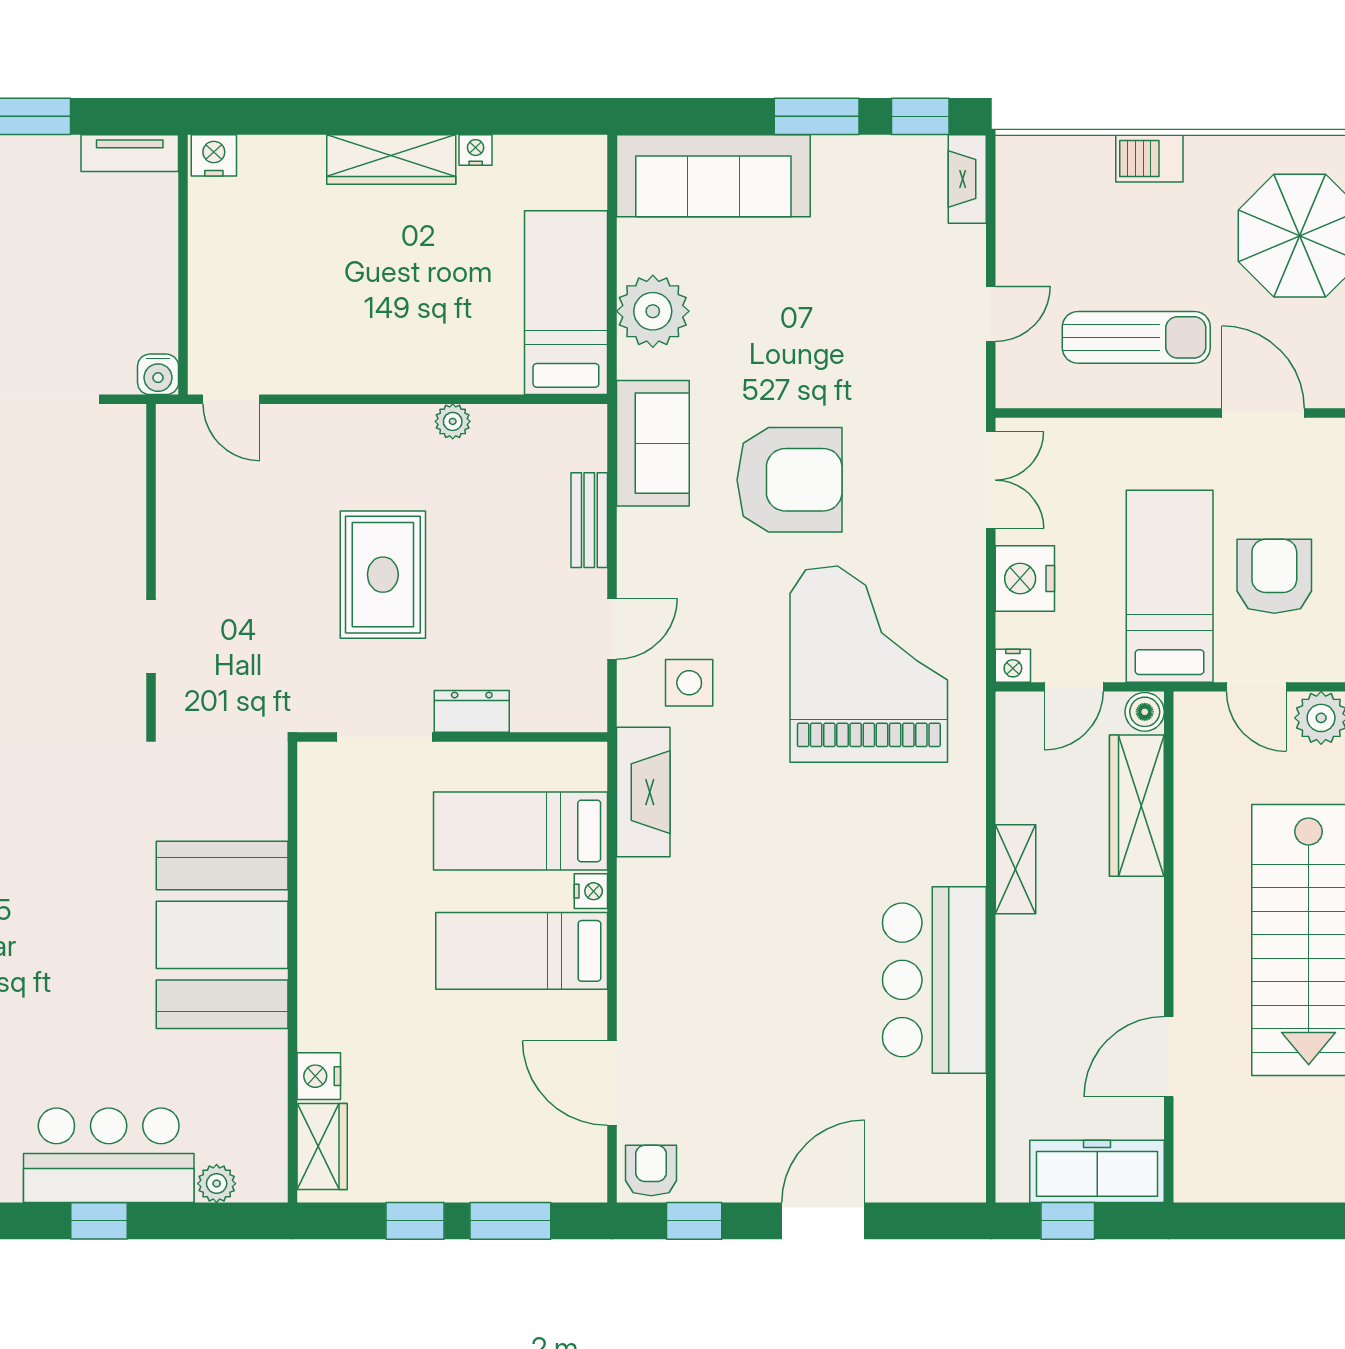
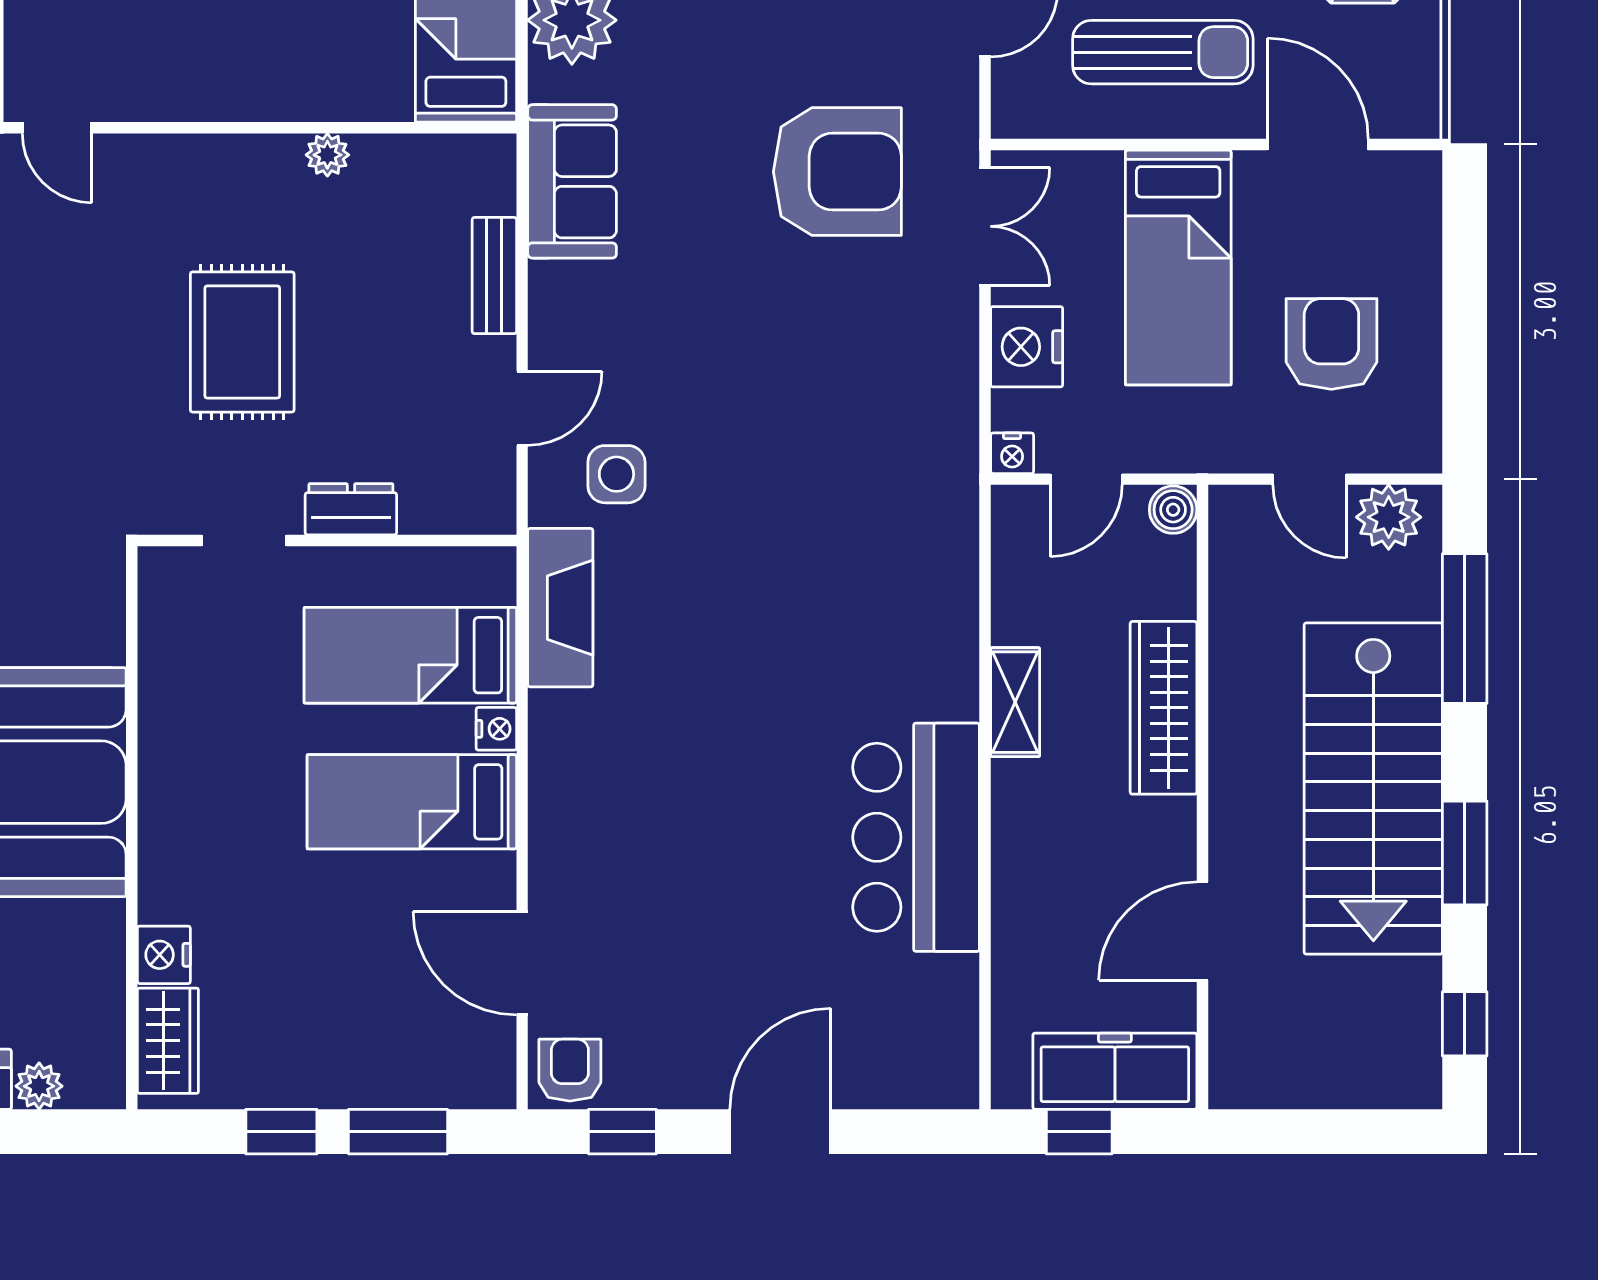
armchair: (790, 480) -> (837, 172), moved
bed: (1170, 586) -> (1178, 268), moved, turned 180
grand piano: (869, 664) -> (836, 451), removed
doorway: (384, 737) -> (244, 540), width x0.73
wardrobe: (1137, 806) -> (1164, 708), moved

